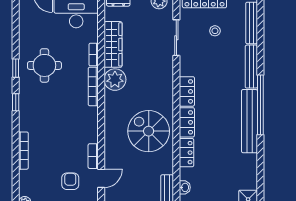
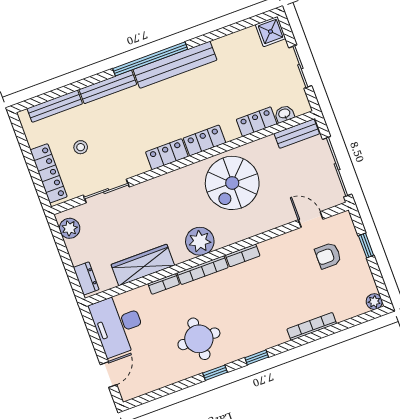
plant: (115, 80) -> (200, 241), moved
locker: (186, 153) -> (257, 122), moved
bookcase: (93, 156) -> (243, 255), moved

